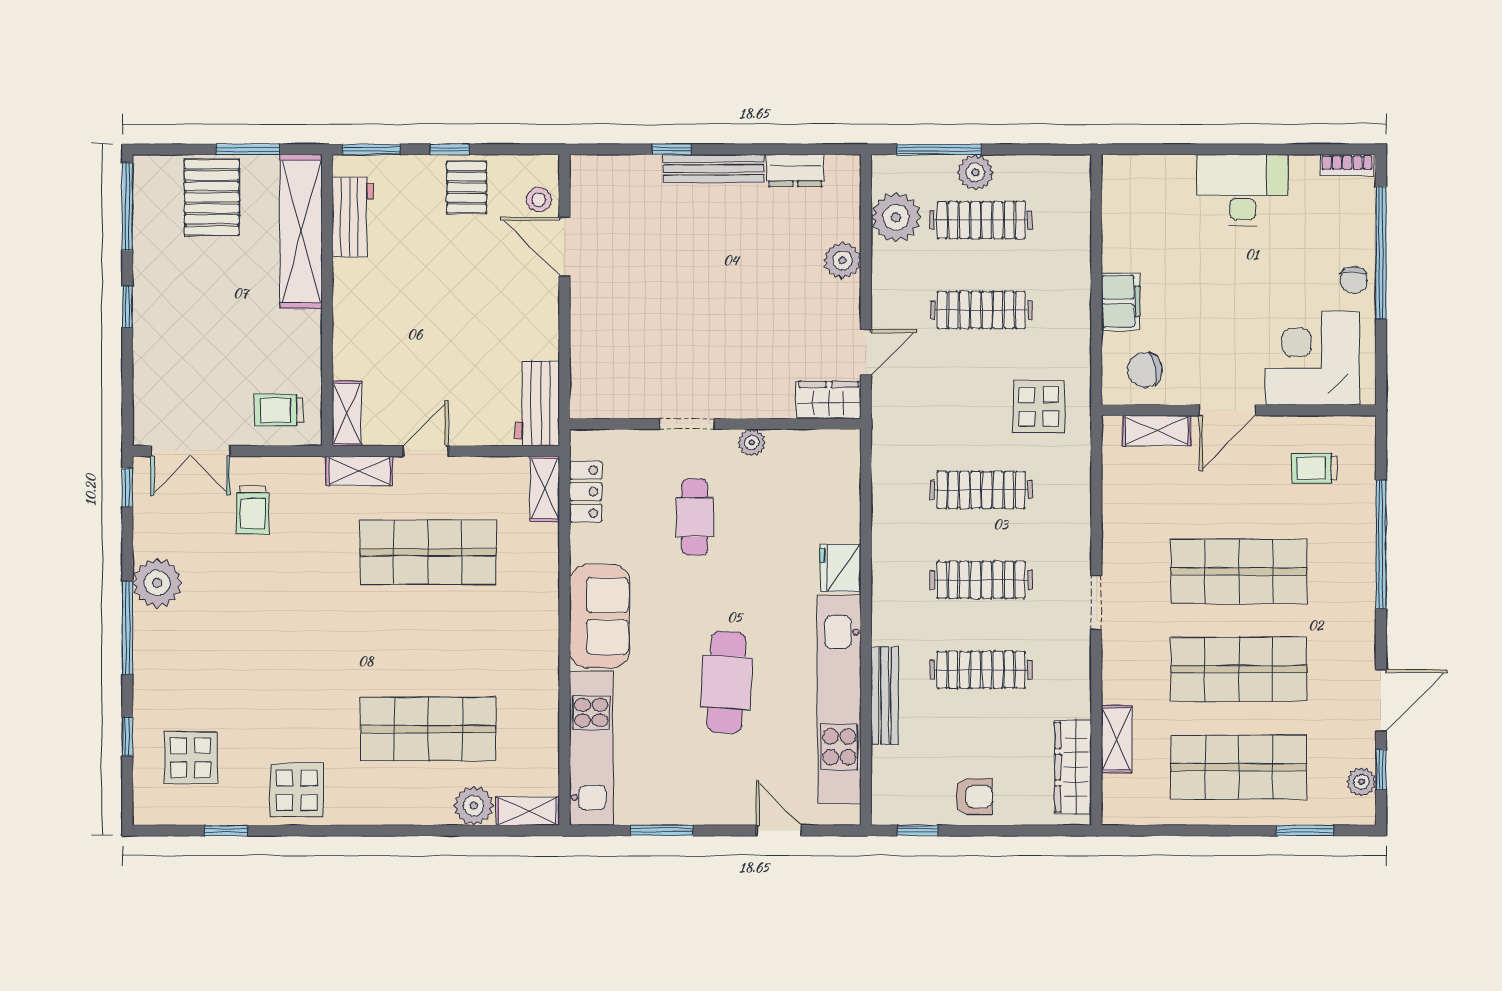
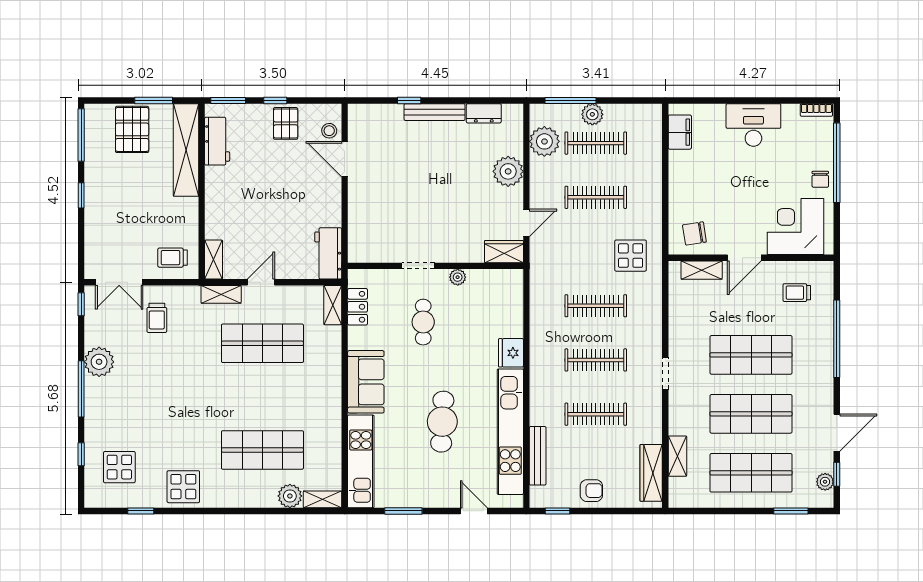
plant: (842, 260) -> (508, 171), width x1.36, depth x1.36
filing cabinet: (1120, 301) -> (680, 132), moved
bench: (885, 696) -> (538, 456), moved

